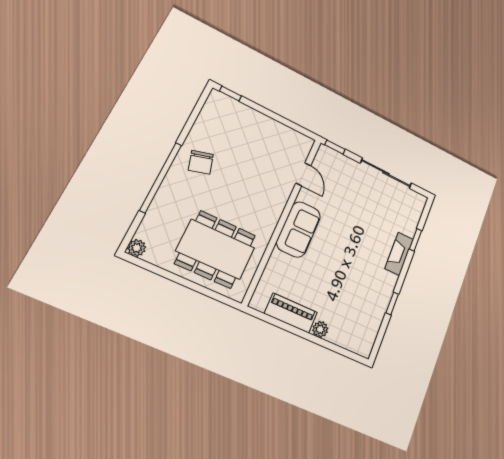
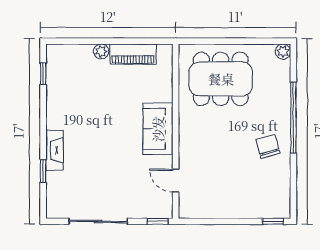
window: (392, 303) -> (43, 74), moved

